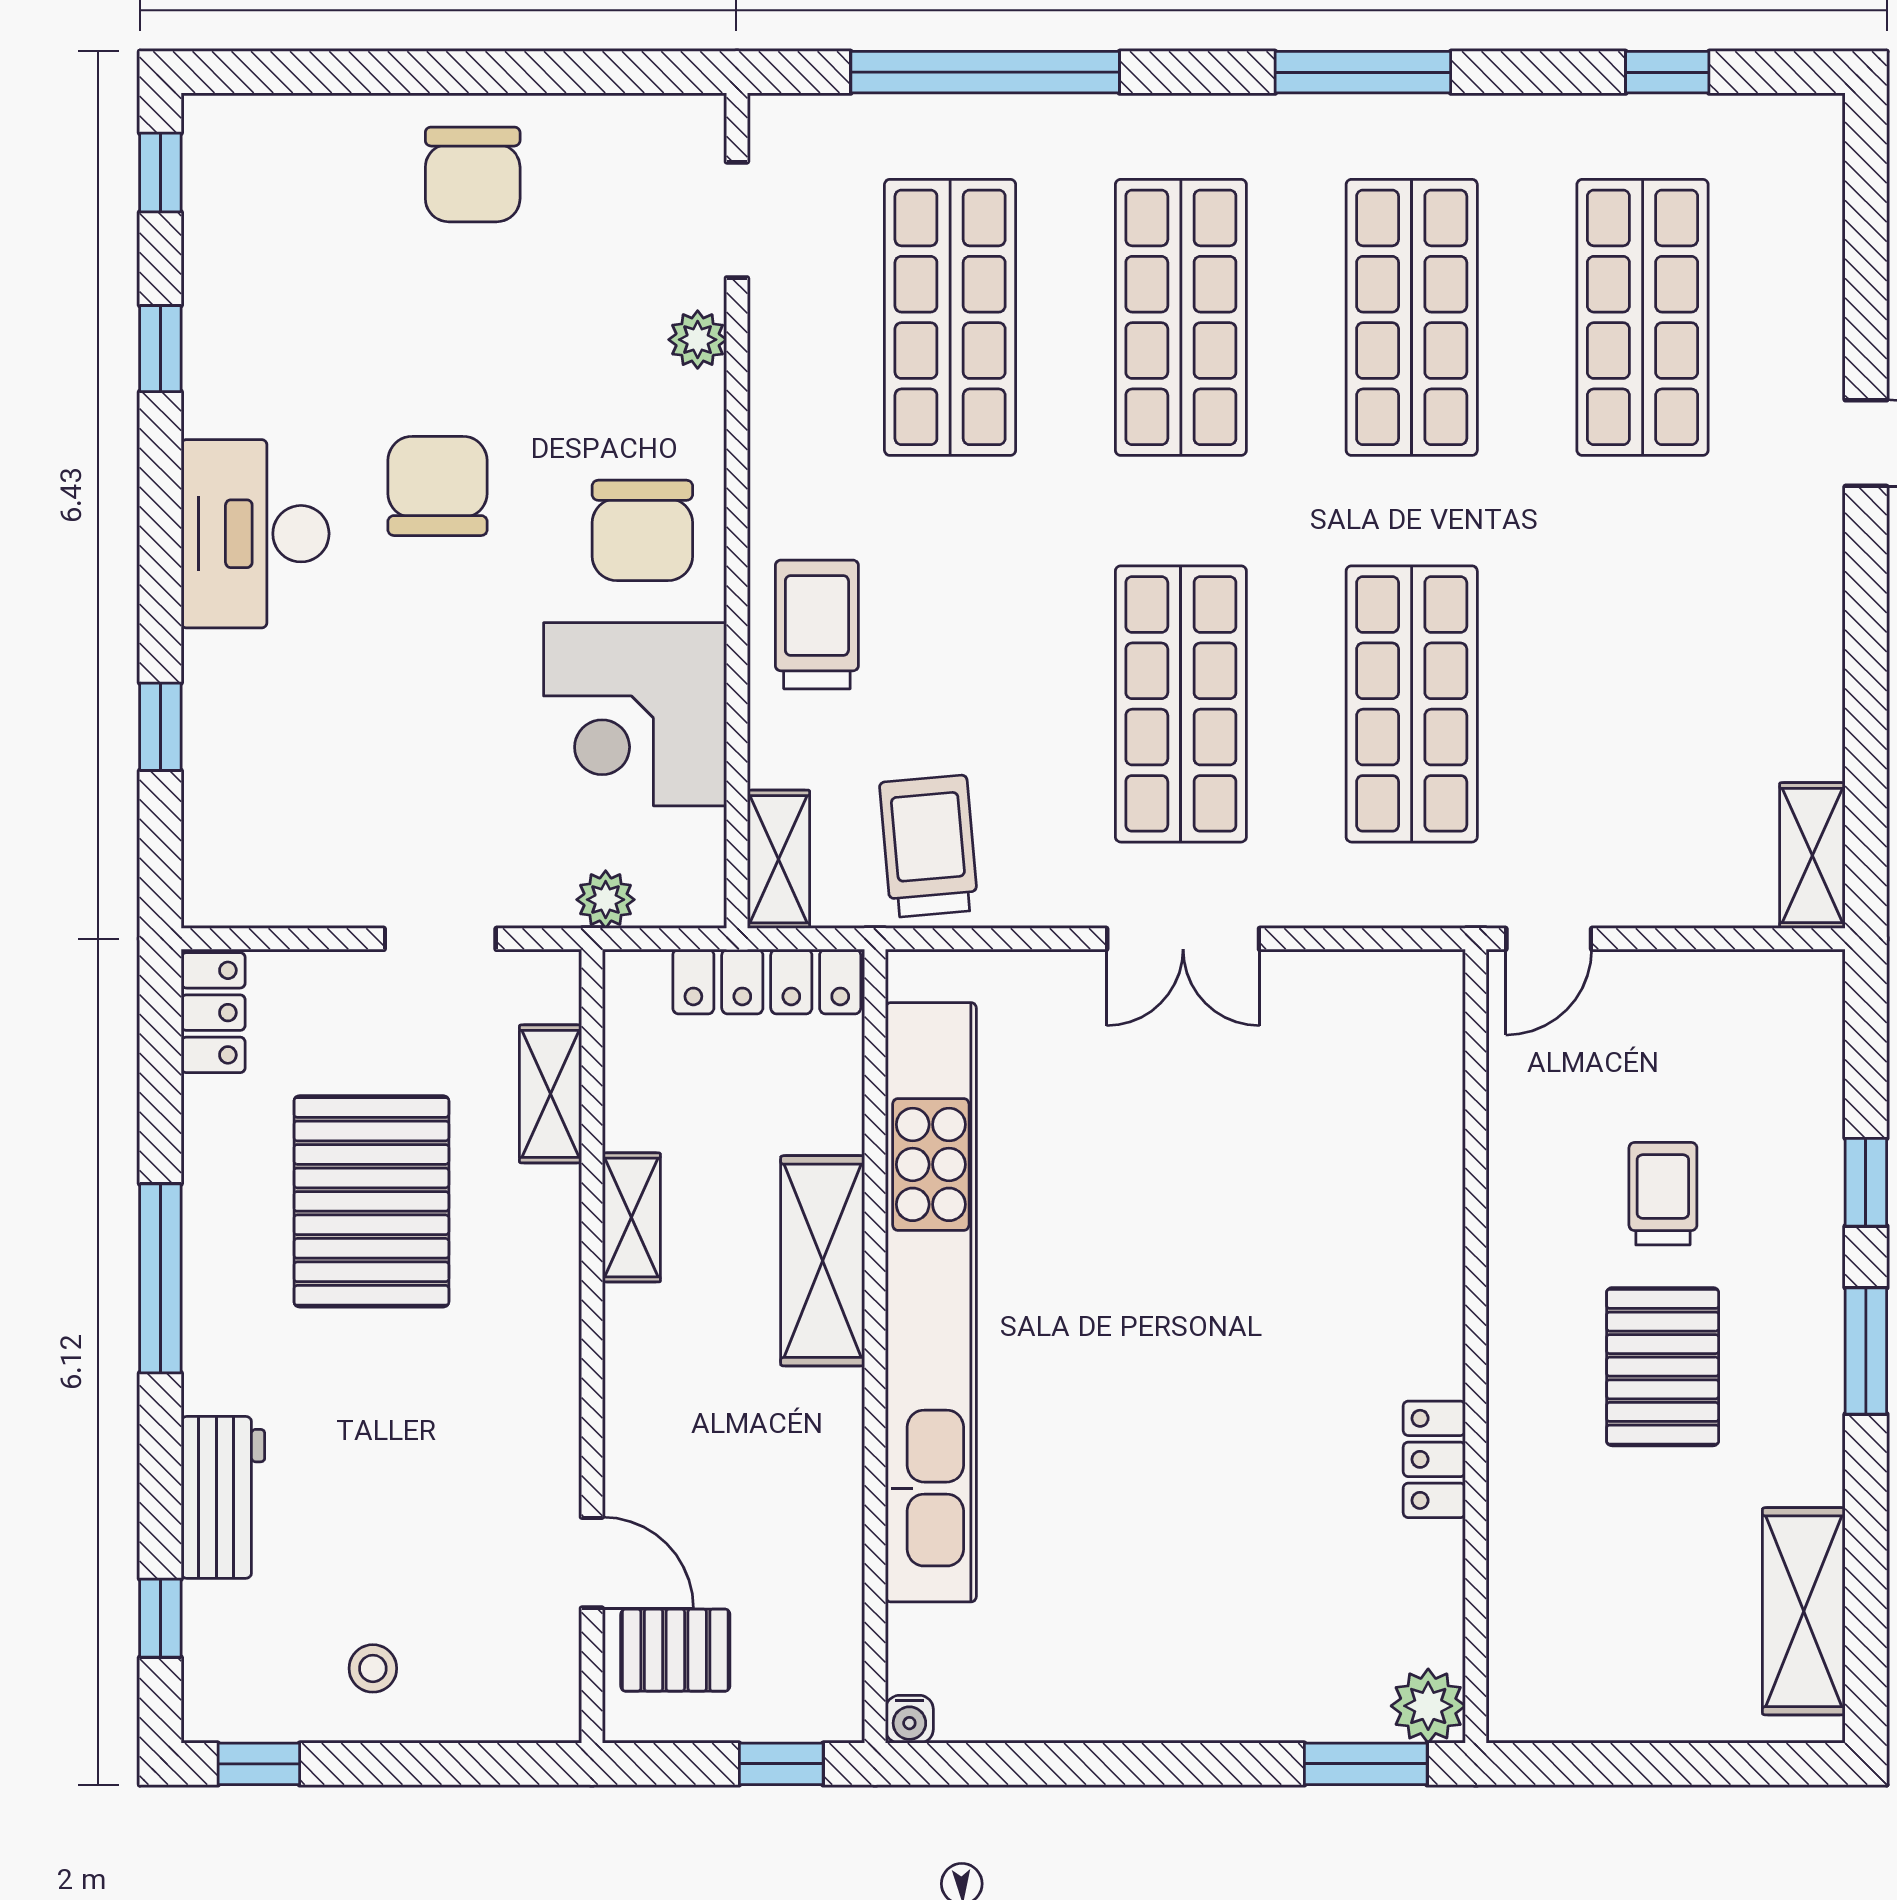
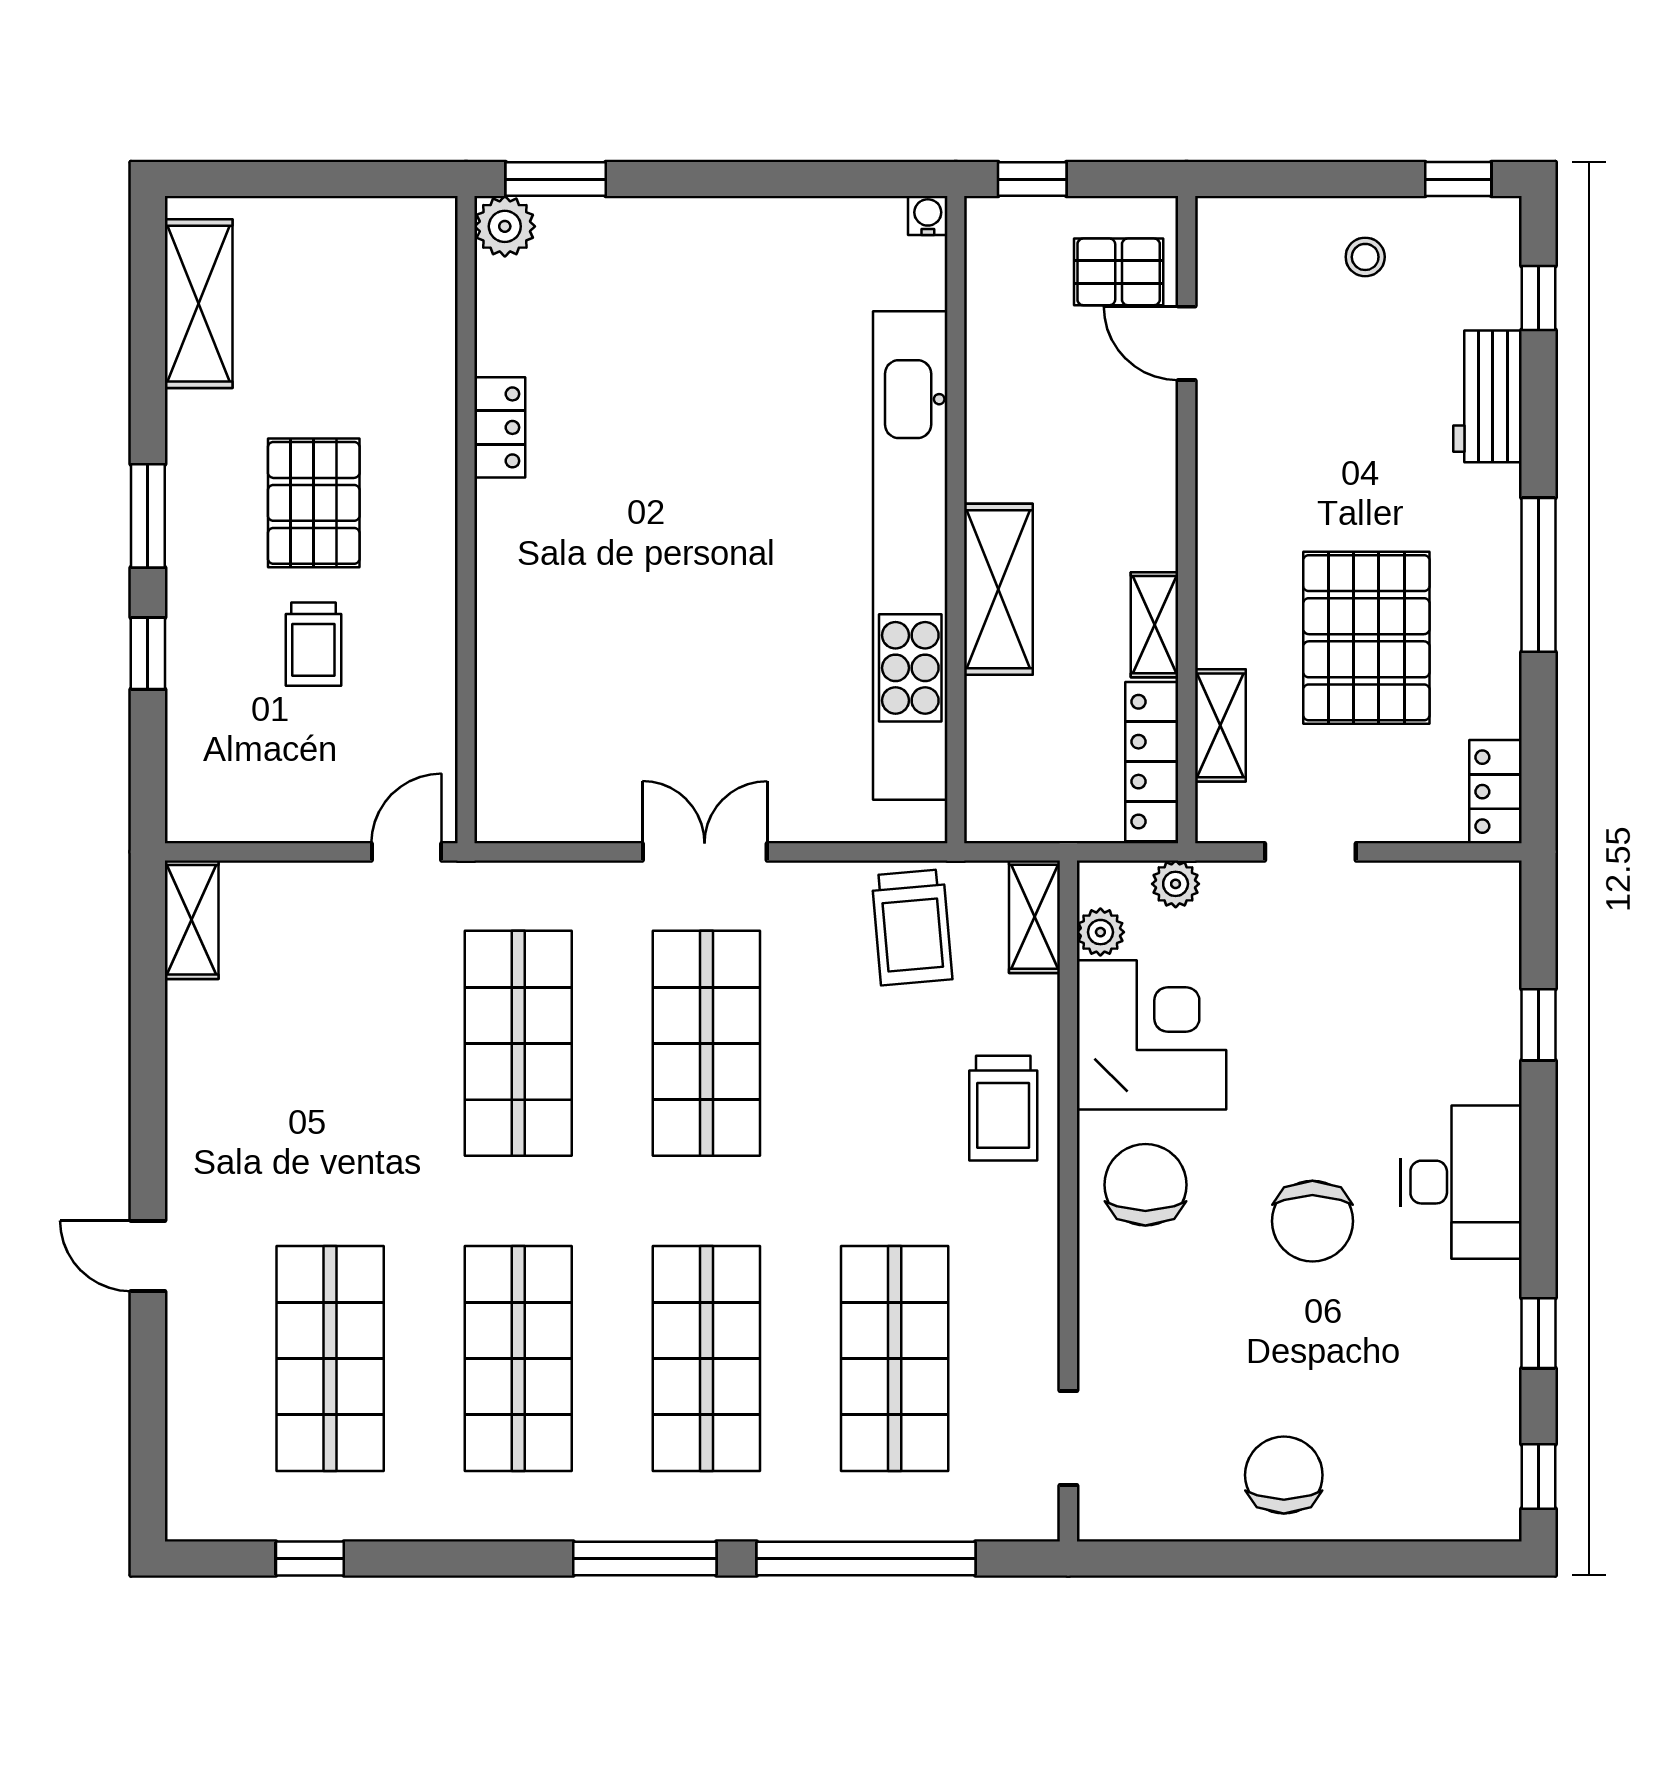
window: (1363, 72) -> (645, 1558), moved
plant: (698, 340) -> (1100, 932), moved
locker: (767, 982) -> (1152, 762), moved, turned -90

